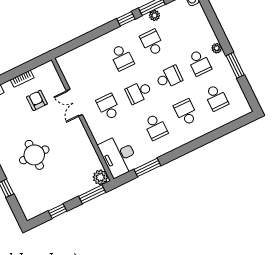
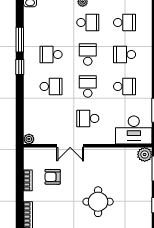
plant: (154, 15) -> (29, 139), moved
school desk: (139, 92) -> (88, 86), turned 180

